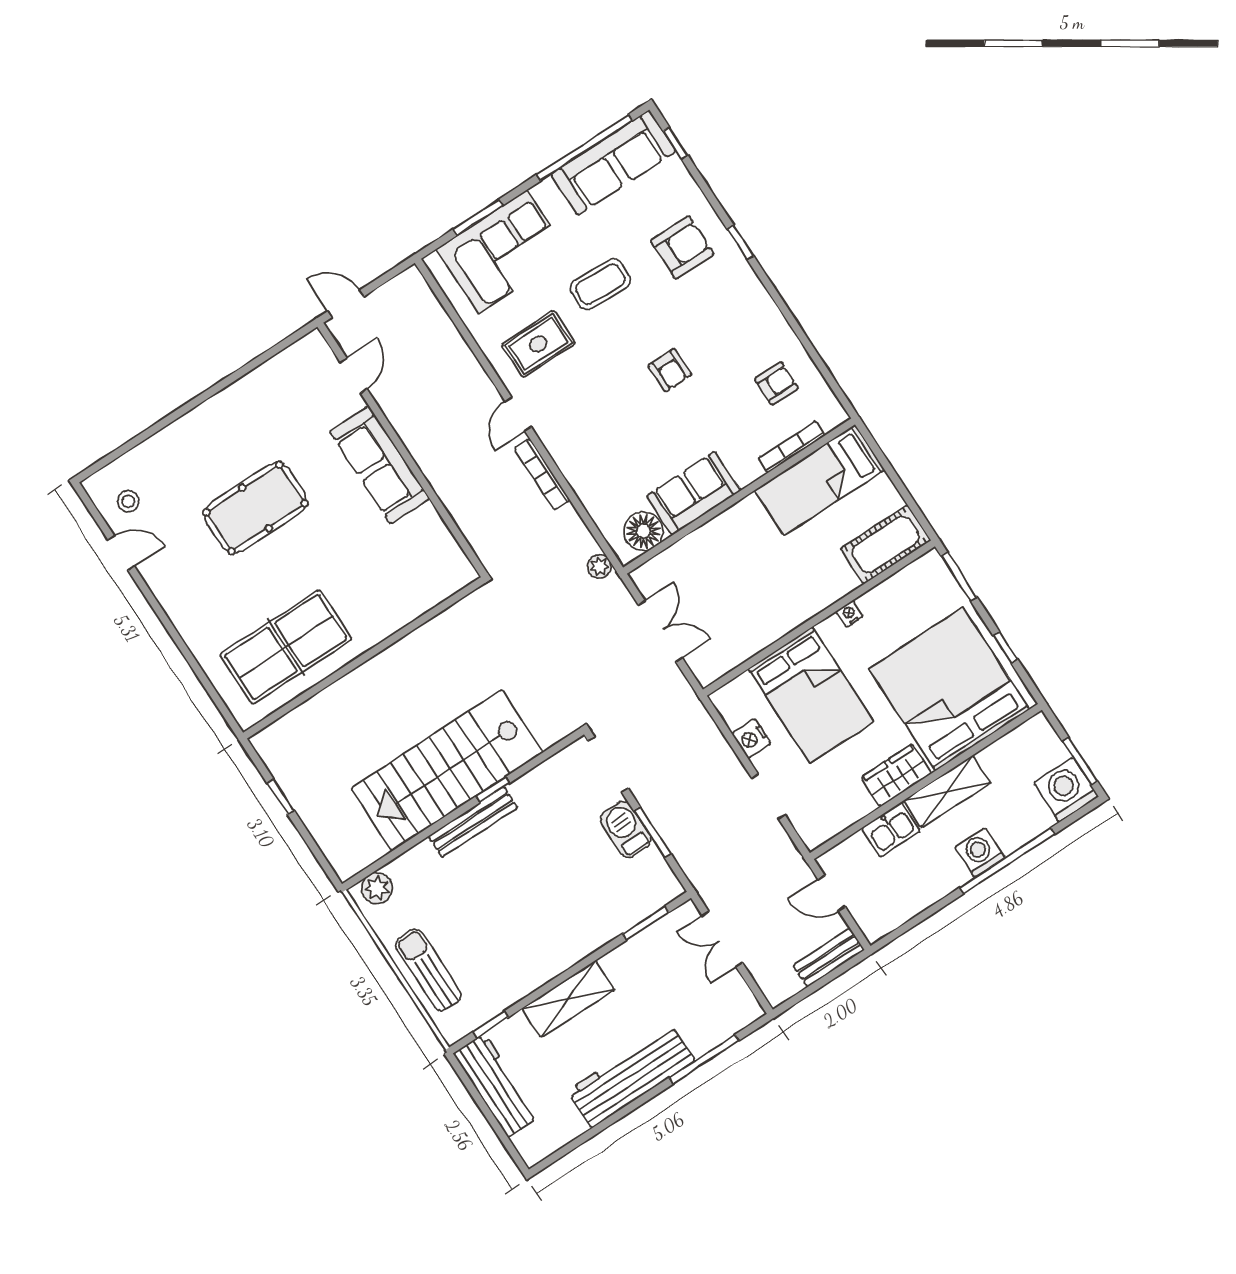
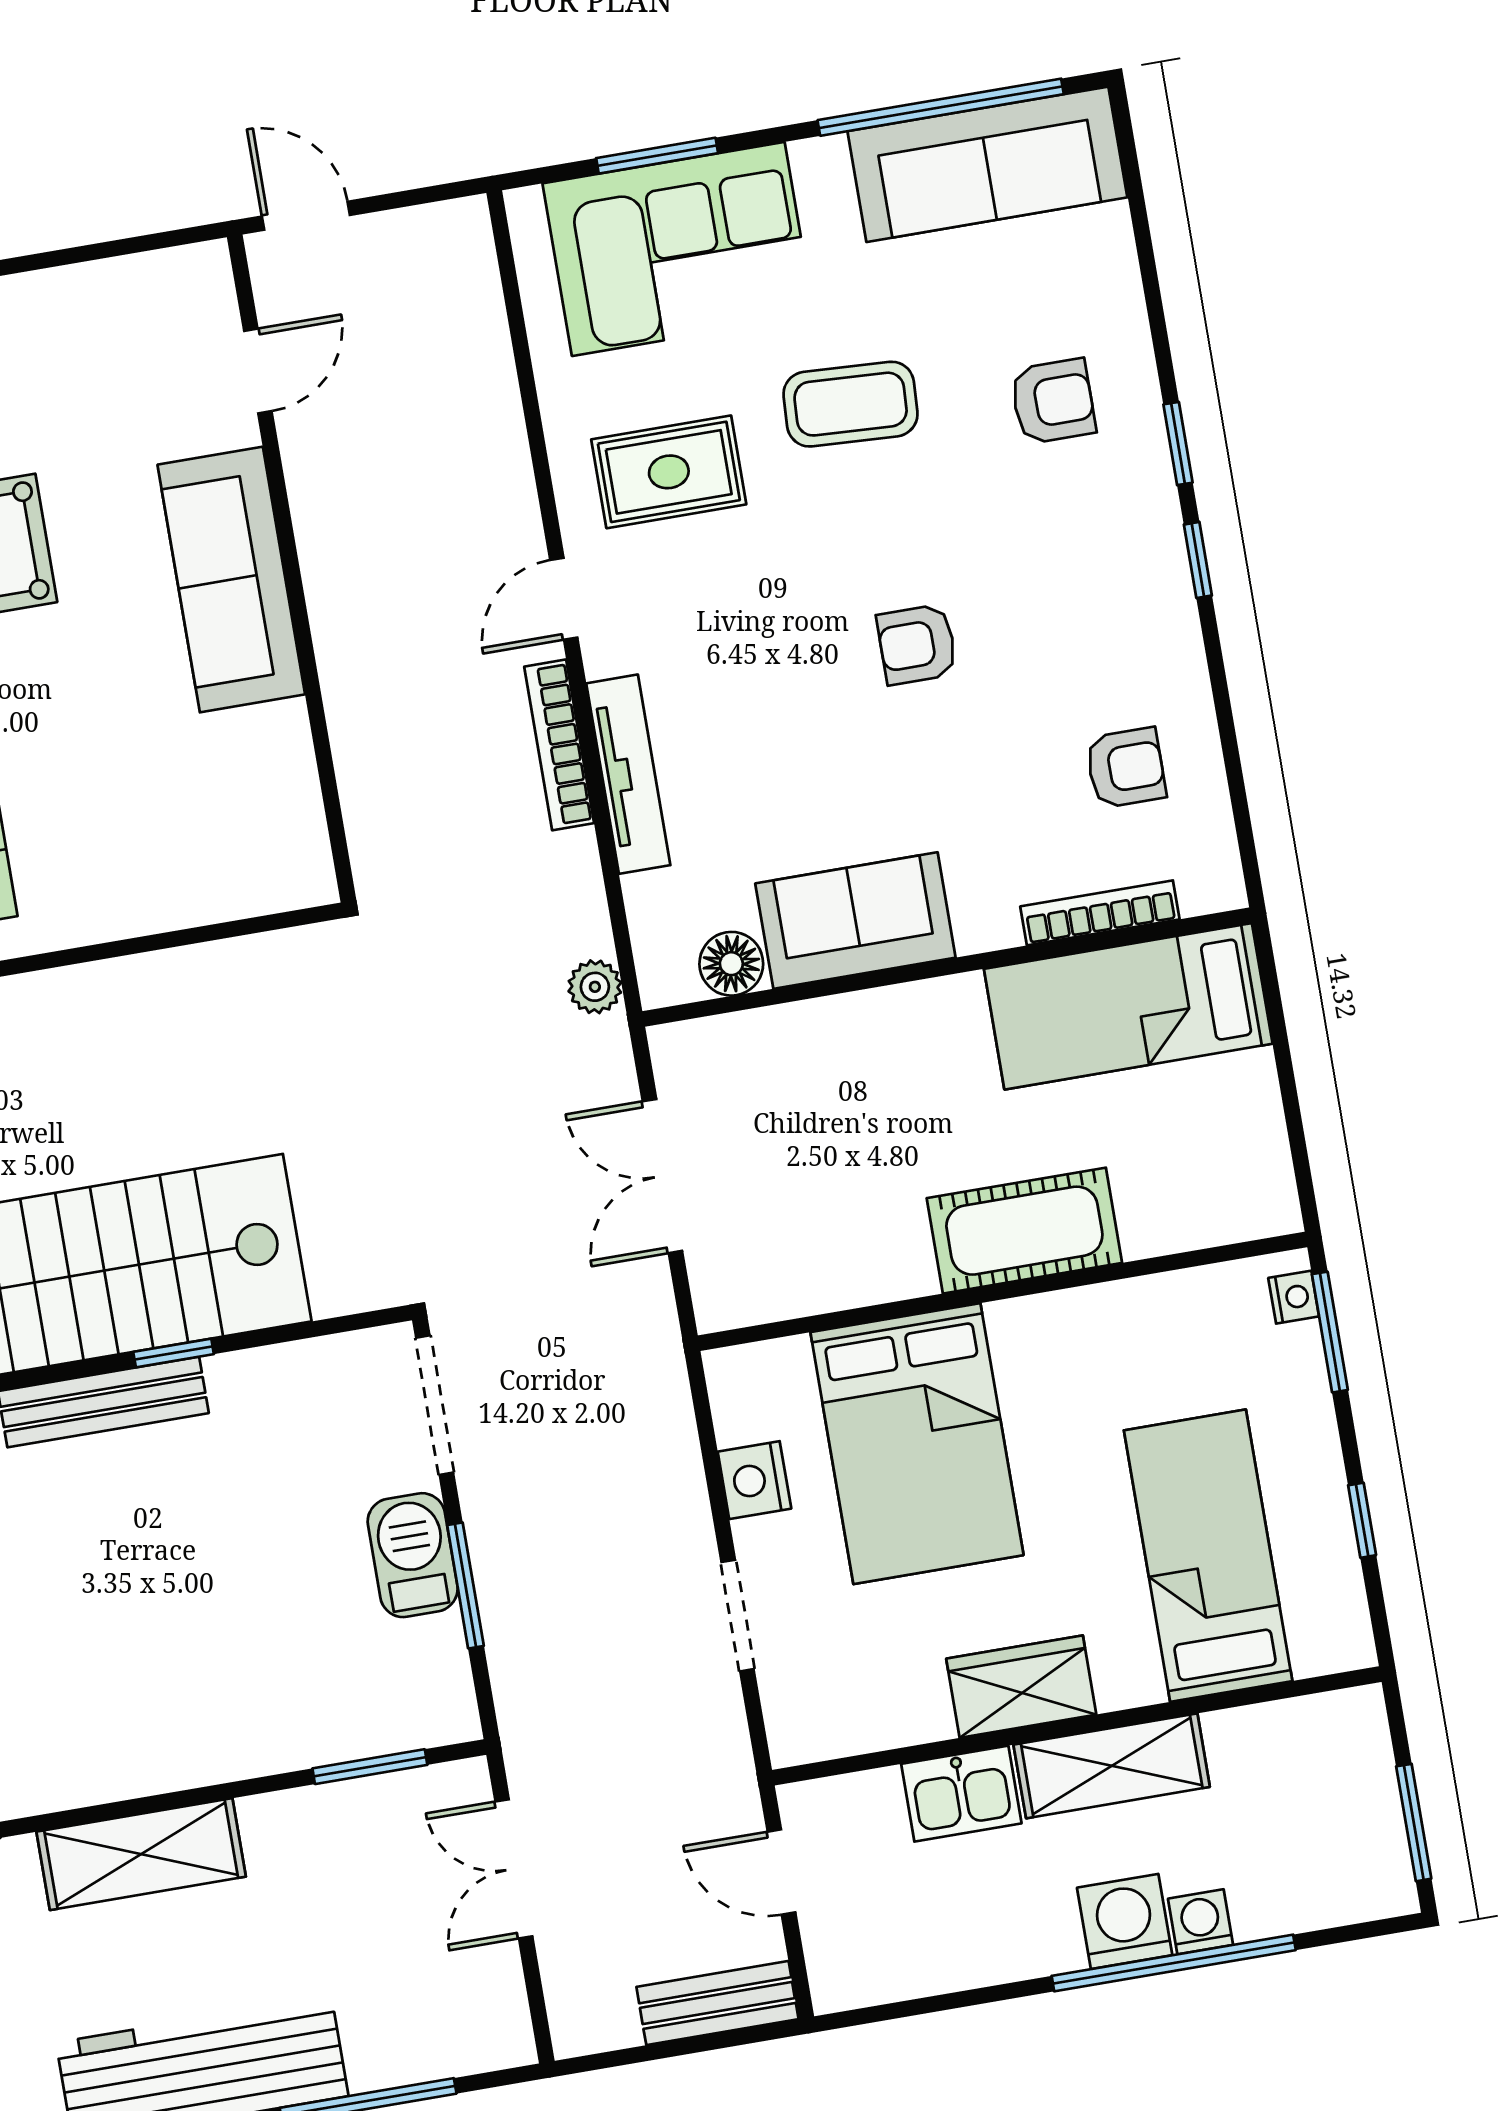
window: (675, 143) -> (1198, 560), moved
armchair: (682, 247) -> (1053, 401), width x0.72, depth x0.72
armchair: (670, 370) -> (917, 644), turned 90
tv unit: (575, 474) -> (628, 774), added
floor lamp: (643, 531) -> (731, 964), width x0.73, depth x0.73
cot: (886, 544) -> (1024, 1231), moved
nightstand: (850, 614) -> (1294, 1297), moved, turned 90
double door: (660, 631) -> (662, 1176), swing flipped
bed: (949, 689) -> (1208, 1556), width x0.49
washing machine: (1066, 790) -> (1201, 1922), moved, width x0.53, depth x0.53

